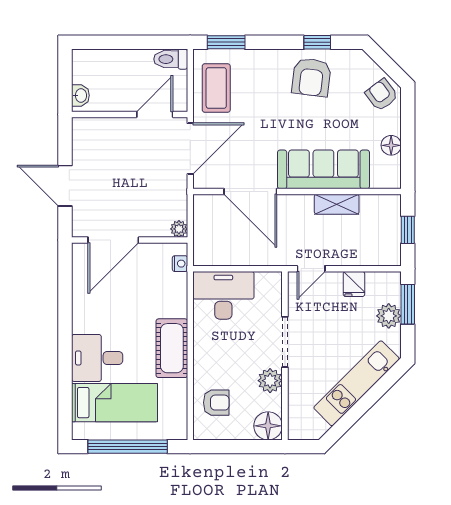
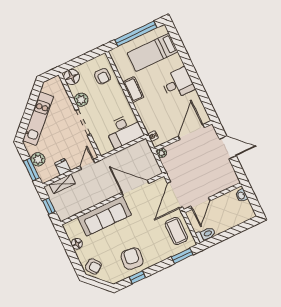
shelving: (337, 204) -> (62, 184), moved
cot: (172, 348) -> (133, 90), width x0.73, depth x0.75
desk: (97, 358) -> (178, 83), moved
armchair: (216, 403) -> (103, 76), turned -90

